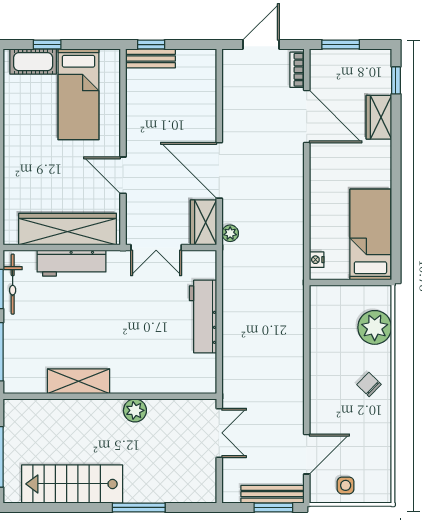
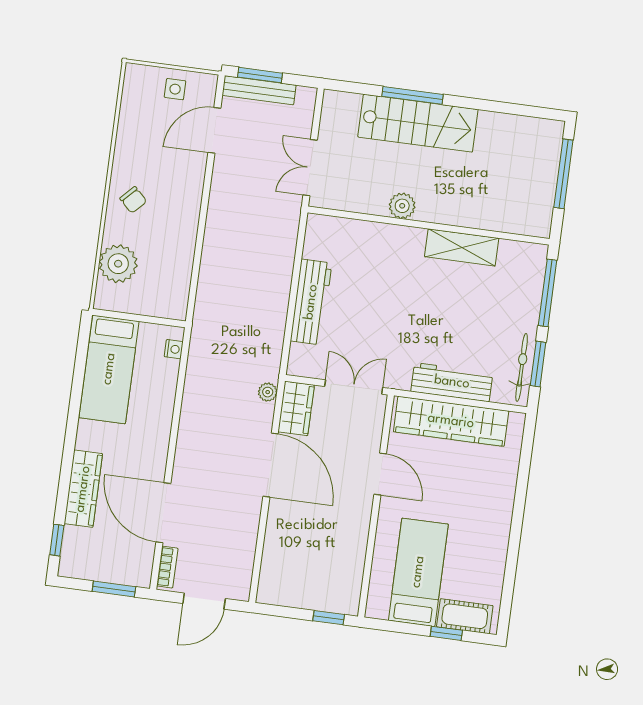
bench: (150, 58) -> (331, 602), removed
wardrobe: (379, 117) -> (83, 489), width x1.50
stairs: (72, 484) -> (418, 123), moved

